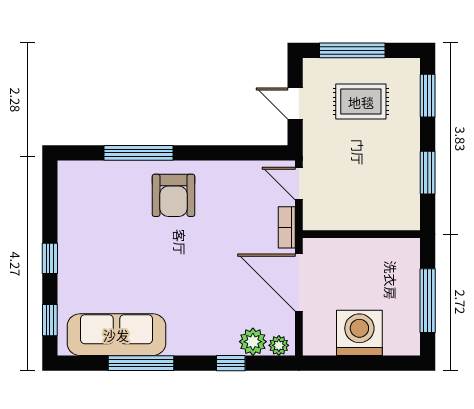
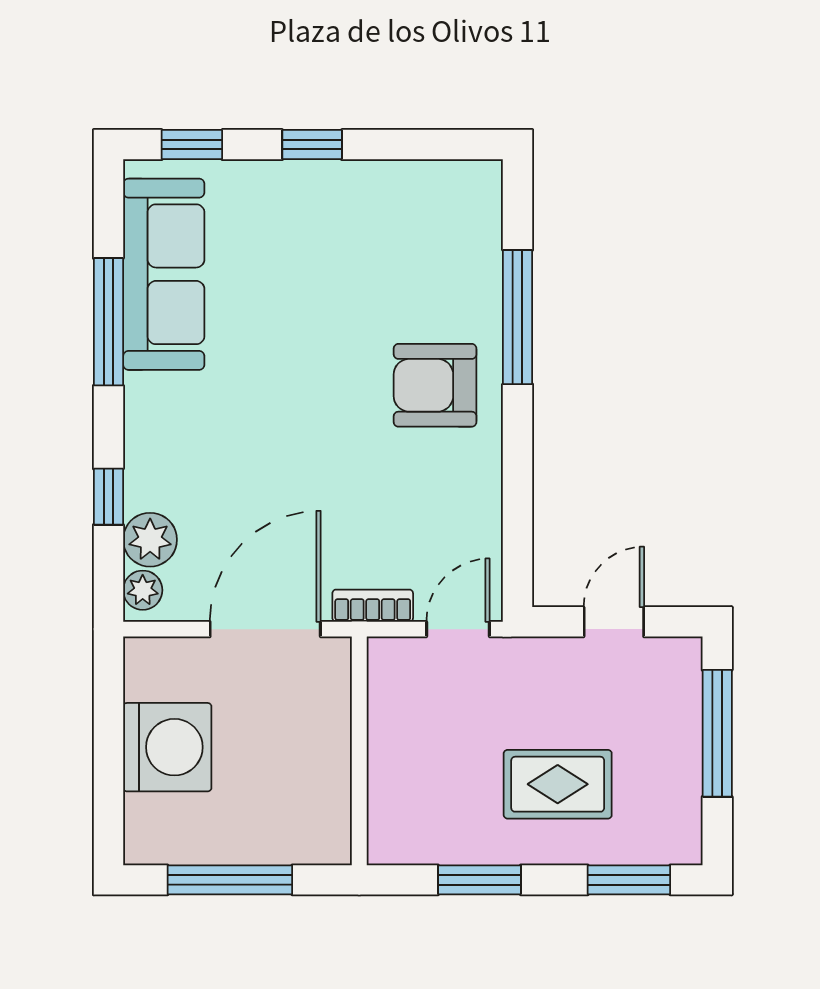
rug: (361, 102) -> (558, 784), moved, turned 90

